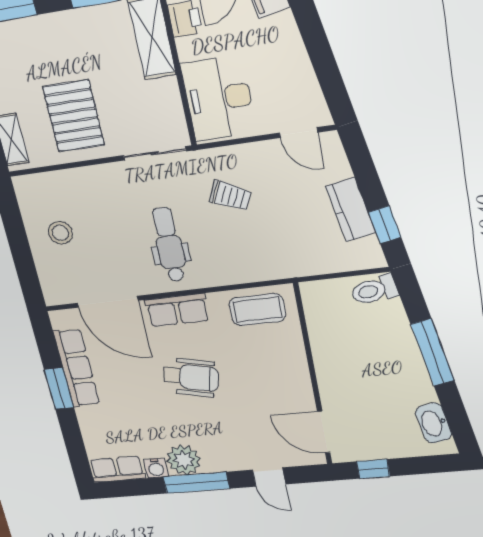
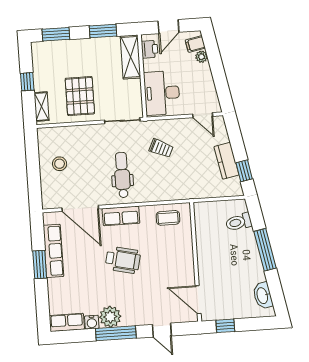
plant: (285, 24) -> (202, 57), added
toilet: (374, 290) -> (239, 222), moved
coffee table: (257, 310) -> (168, 218), width x0.73, depth x0.77

